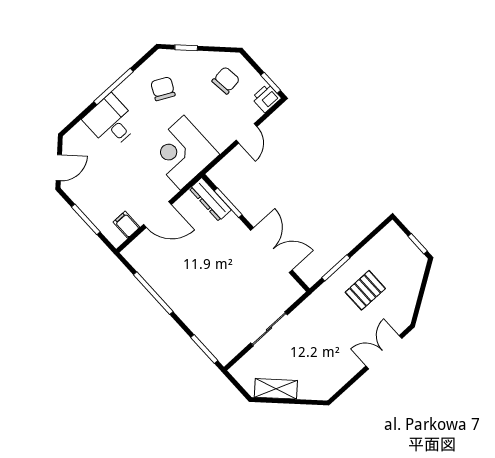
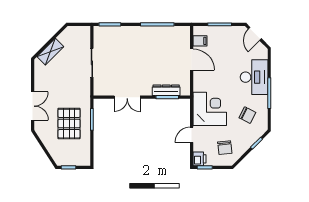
desk: (111, 122) -> (254, 77), width x1.37
door: (246, 133) -> (192, 135), hinge flipped
corner desk: (182, 153) -> (210, 109), moved
dresser: (210, 199) -> (166, 90), moved
door: (158, 214) -> (192, 60), swing flipped
double door: (271, 250) -> (127, 97), width x0.73
pallet: (365, 290) -> (69, 124), width x1.50, depth x1.42
shelving: (276, 389) -> (50, 52), moved

